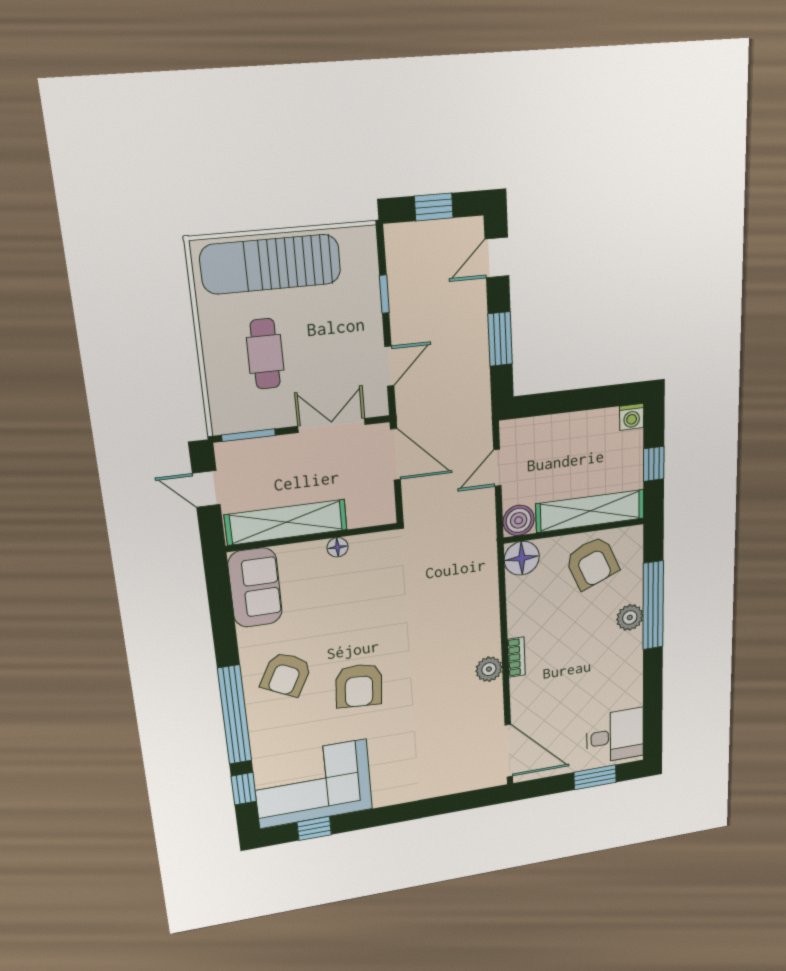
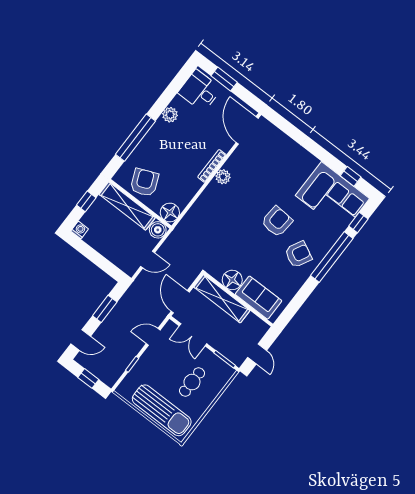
shelving: (286, 522) -> (222, 299), moved
floor lamp: (338, 547) -> (232, 280), width x1.89, depth x1.89
sofa: (255, 588) -> (258, 298), moved, turned 90
plant: (630, 618) -> (170, 115), moved
bookcase: (516, 657) -> (212, 166), width x1.56

